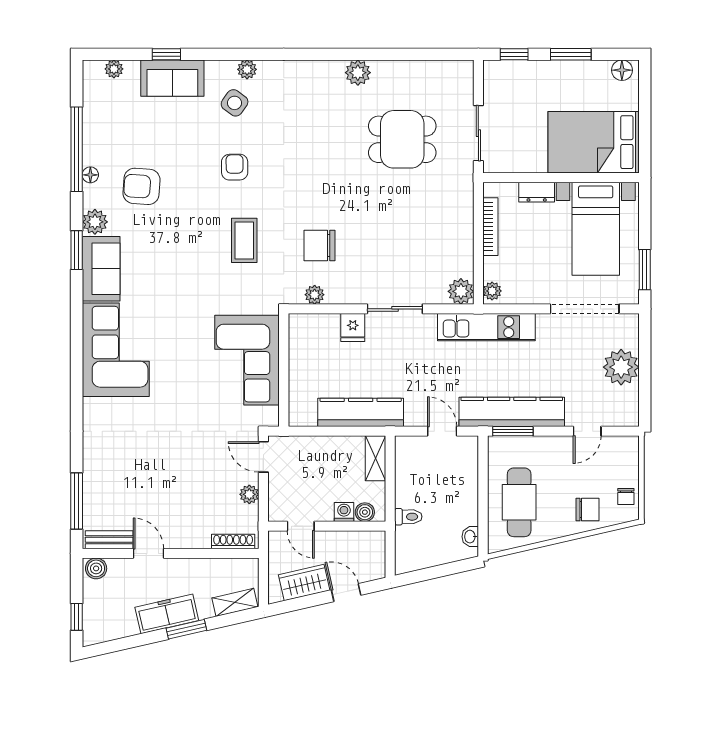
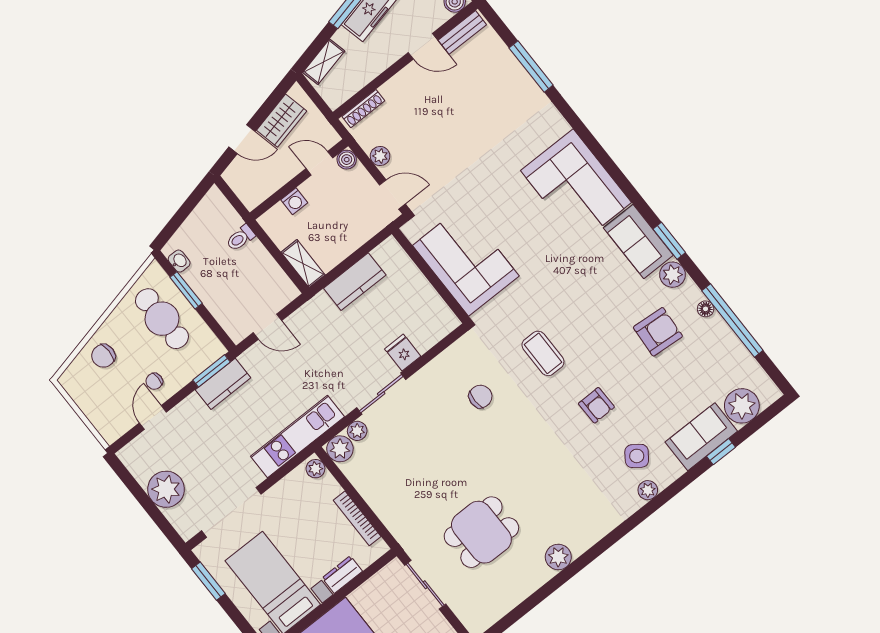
plant: (114, 69) -> (742, 406), width x1.87, depth x1.87
chair: (319, 245) -> (480, 396), width x0.73, depth x0.73
plant: (315, 295) -> (357, 431), moved
kitchen counter: (361, 412) -> (355, 282), width x0.67
kitchen counter: (512, 412) -> (223, 384), width x0.48, depth x0.86
chair: (626, 496) -> (154, 381), moved, turned -90
window: (77, 501) -> (531, 67), moved
window: (483, 510) -> (186, 290), added
boiler: (365, 512) -> (347, 160), moved

